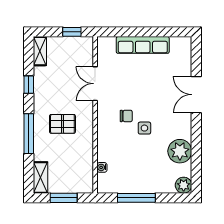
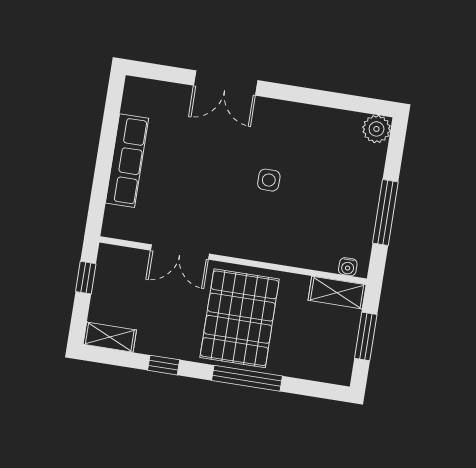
chair: (126, 116) -> (243, 208), removed
pallet: (62, 124) -> (240, 318), width x2.05, depth x2.00
plant: (180, 151) -> (318, 126), removed
water cooler: (102, 167) -> (348, 267), moved
shelving: (40, 177) -> (337, 293), moved

